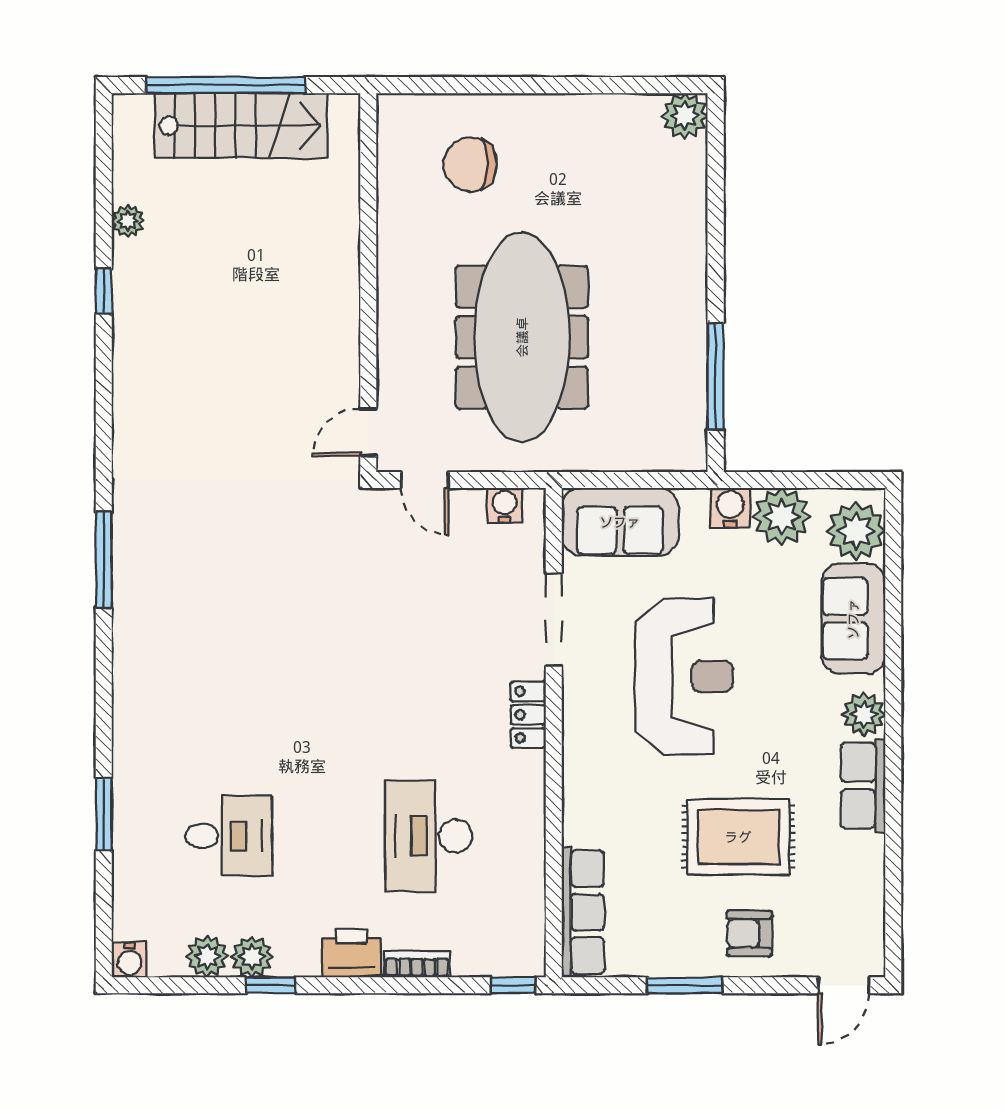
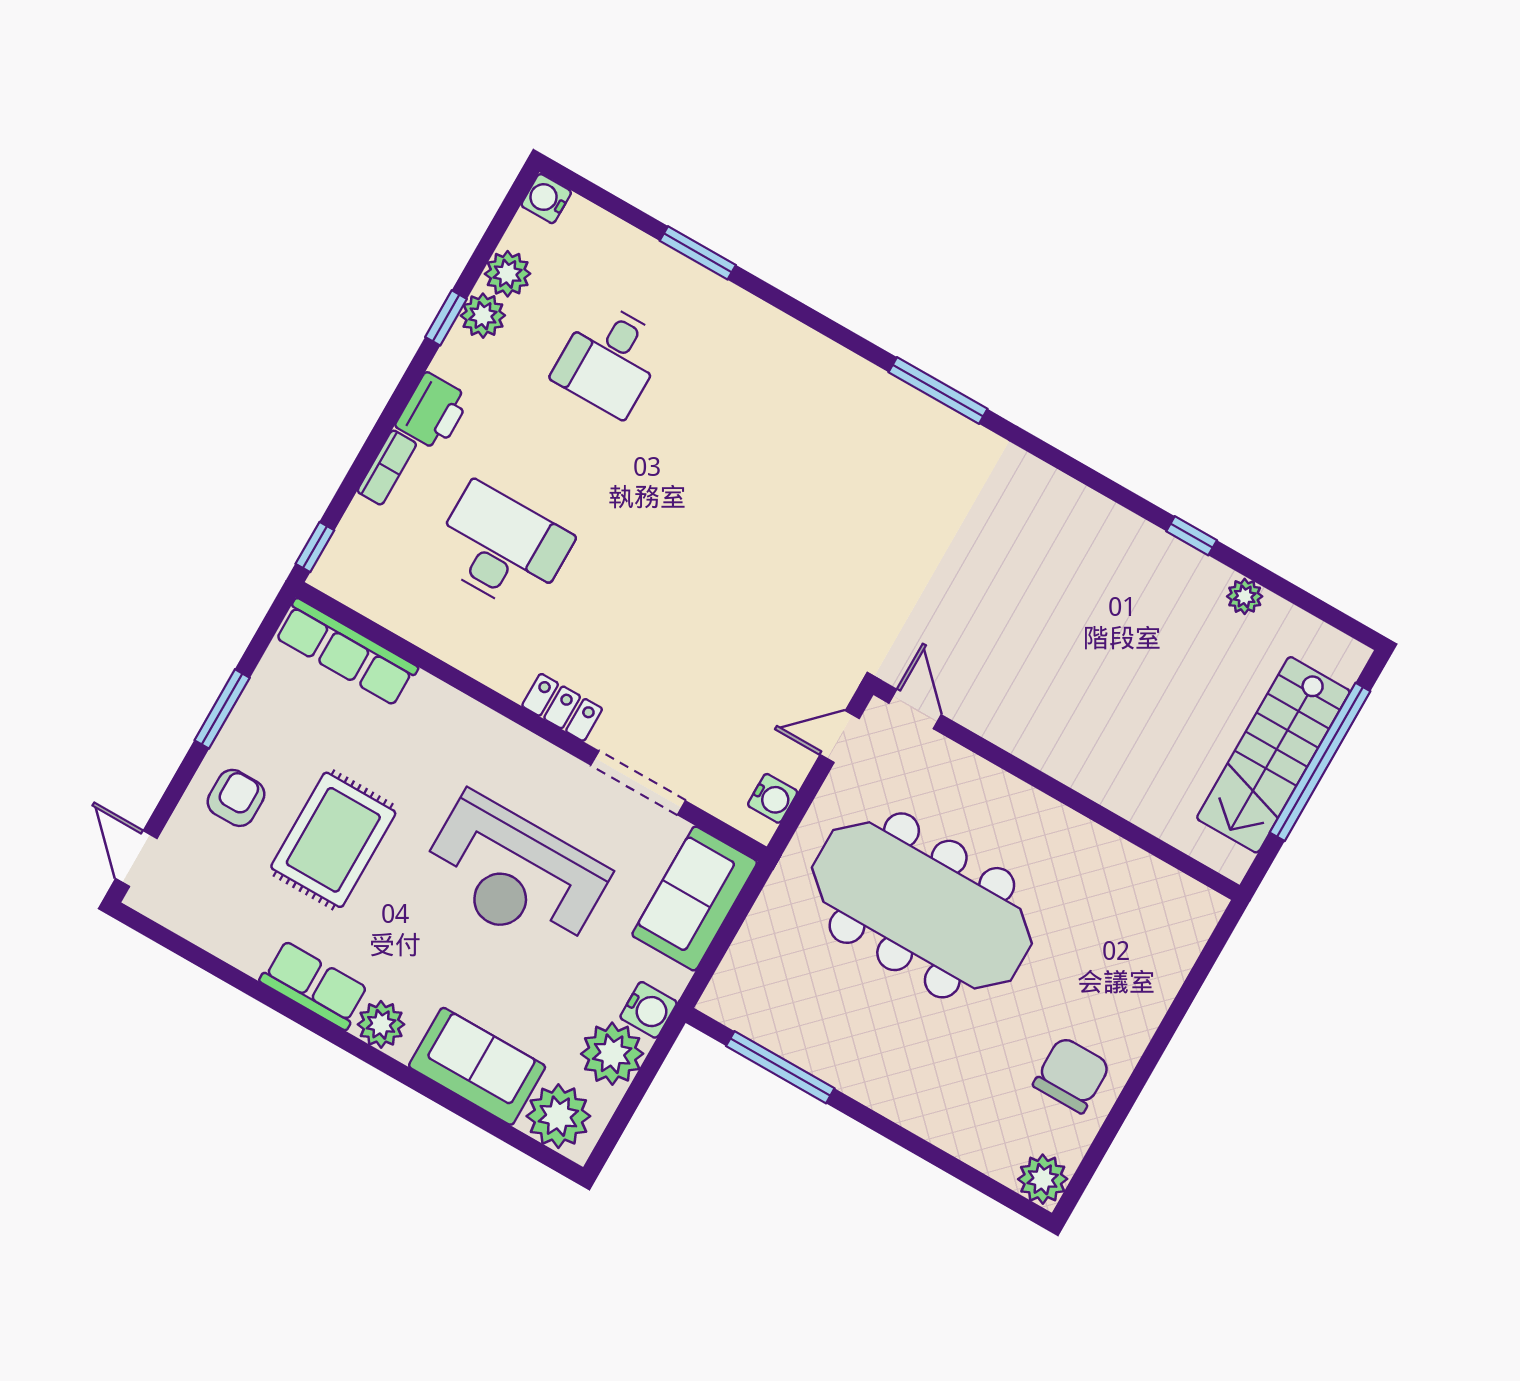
chair: (470, 164) -> (1072, 1075), moved

